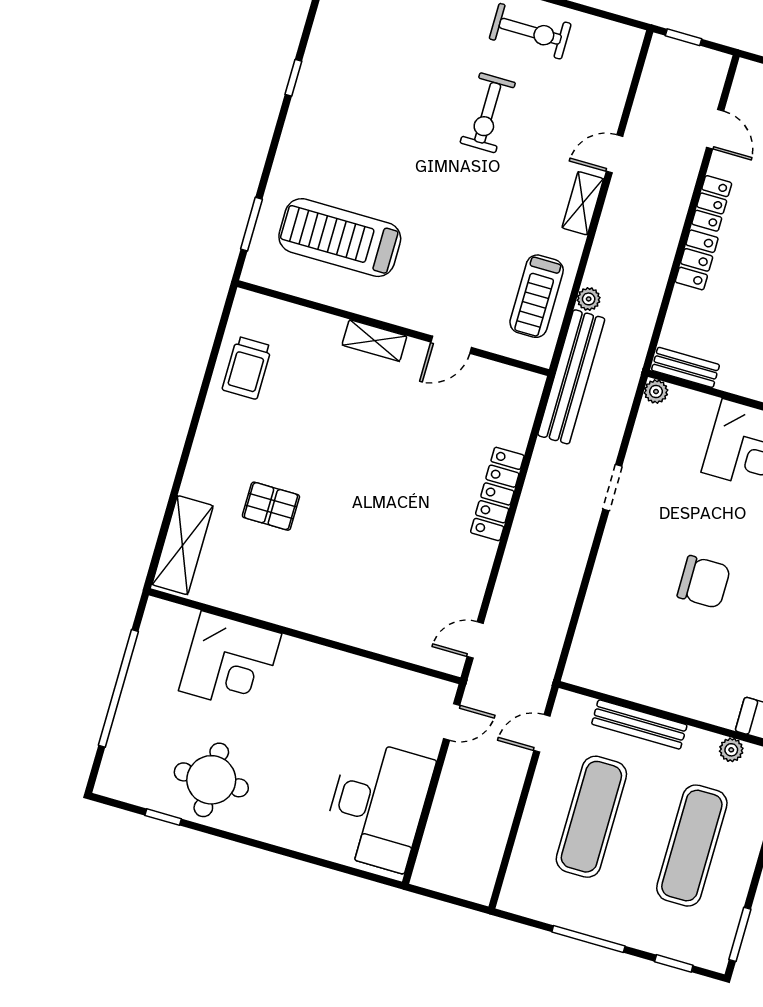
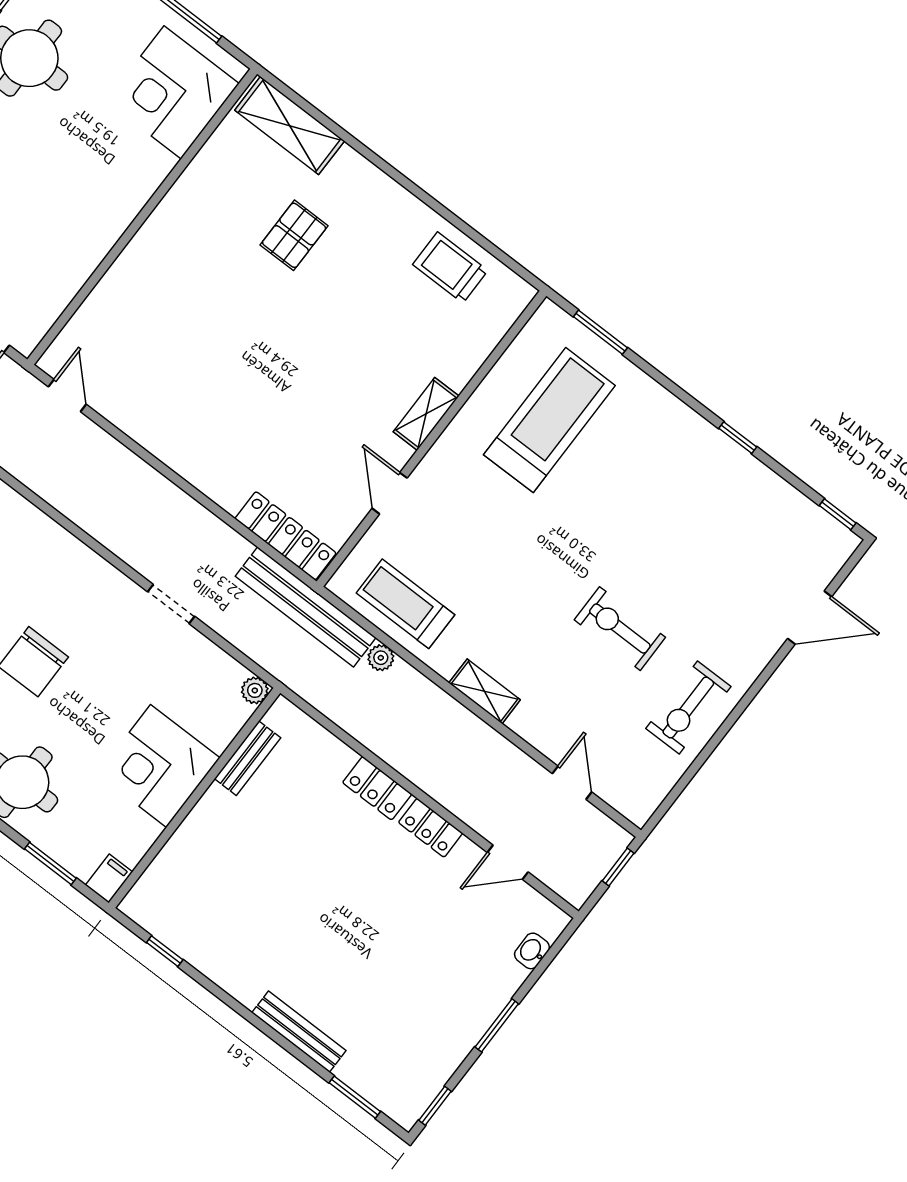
door: (614, 154) -> (572, 783), moved
bench: (685, 367) -> (248, 758), moved
locker: (497, 494) -> (285, 536), moved
corner desk: (230, 662) -> (173, 92), moved

